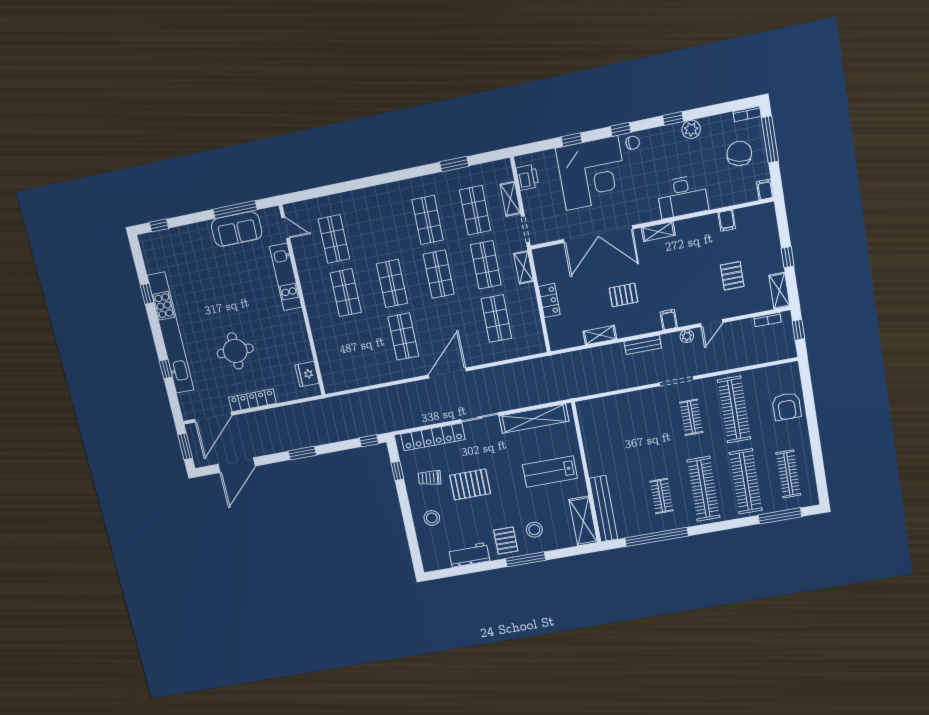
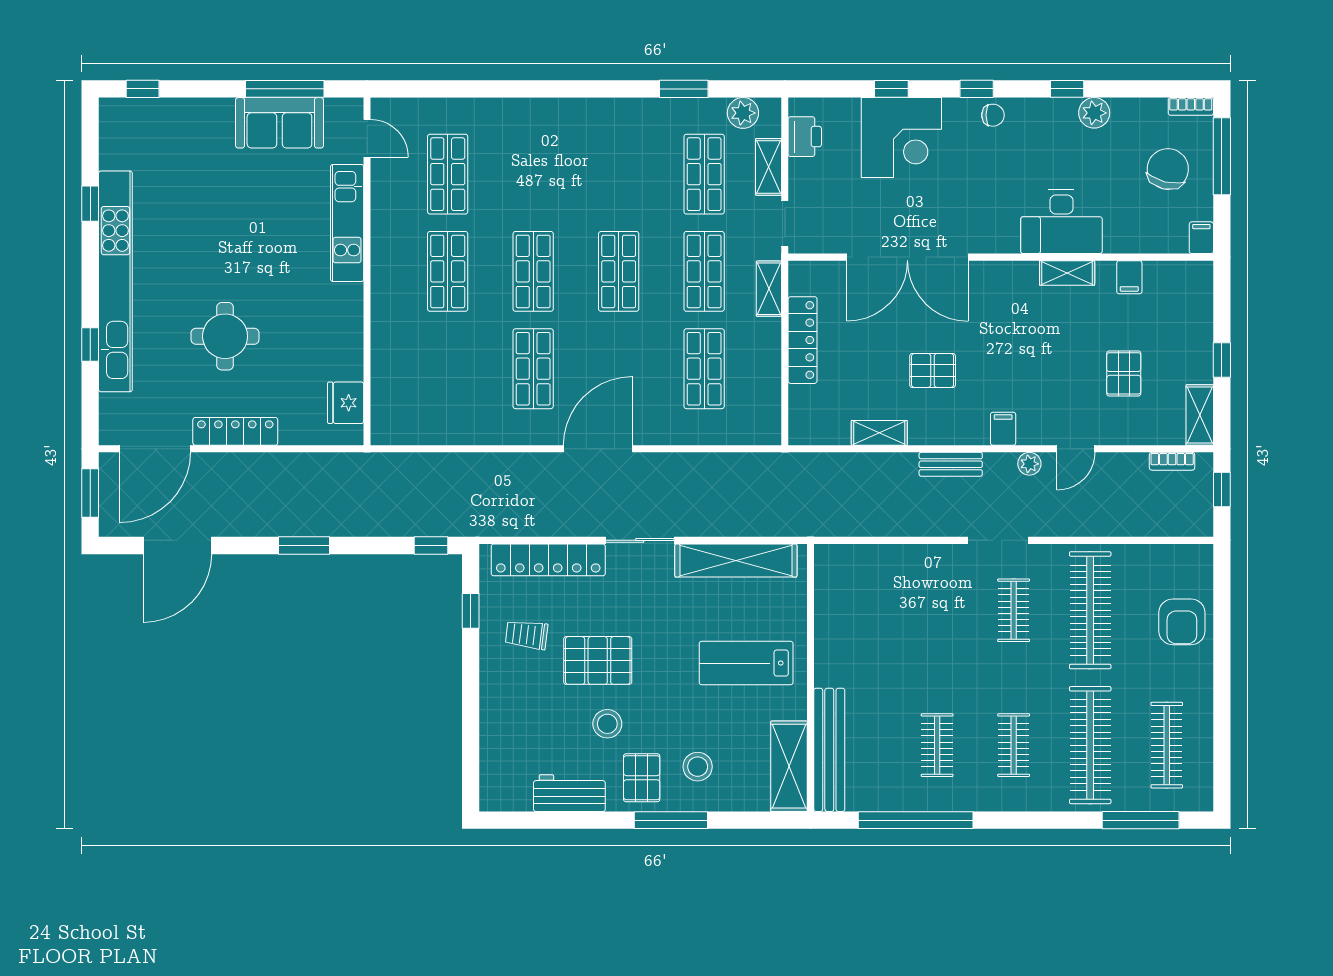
plant: (490, 171) -> (743, 113), added
corner desk: (592, 173) -> (901, 137), width x0.74, depth x0.74
shop shelf: (428, 220) -> (619, 174), removed
shelving: (658, 232) -> (1067, 273), moved
locker: (549, 300) -> (803, 340), width x1.53
clothes rail: (703, 489) -> (1014, 745), width x0.54, depth x0.76
stool: (432, 518) -> (607, 724), moved

